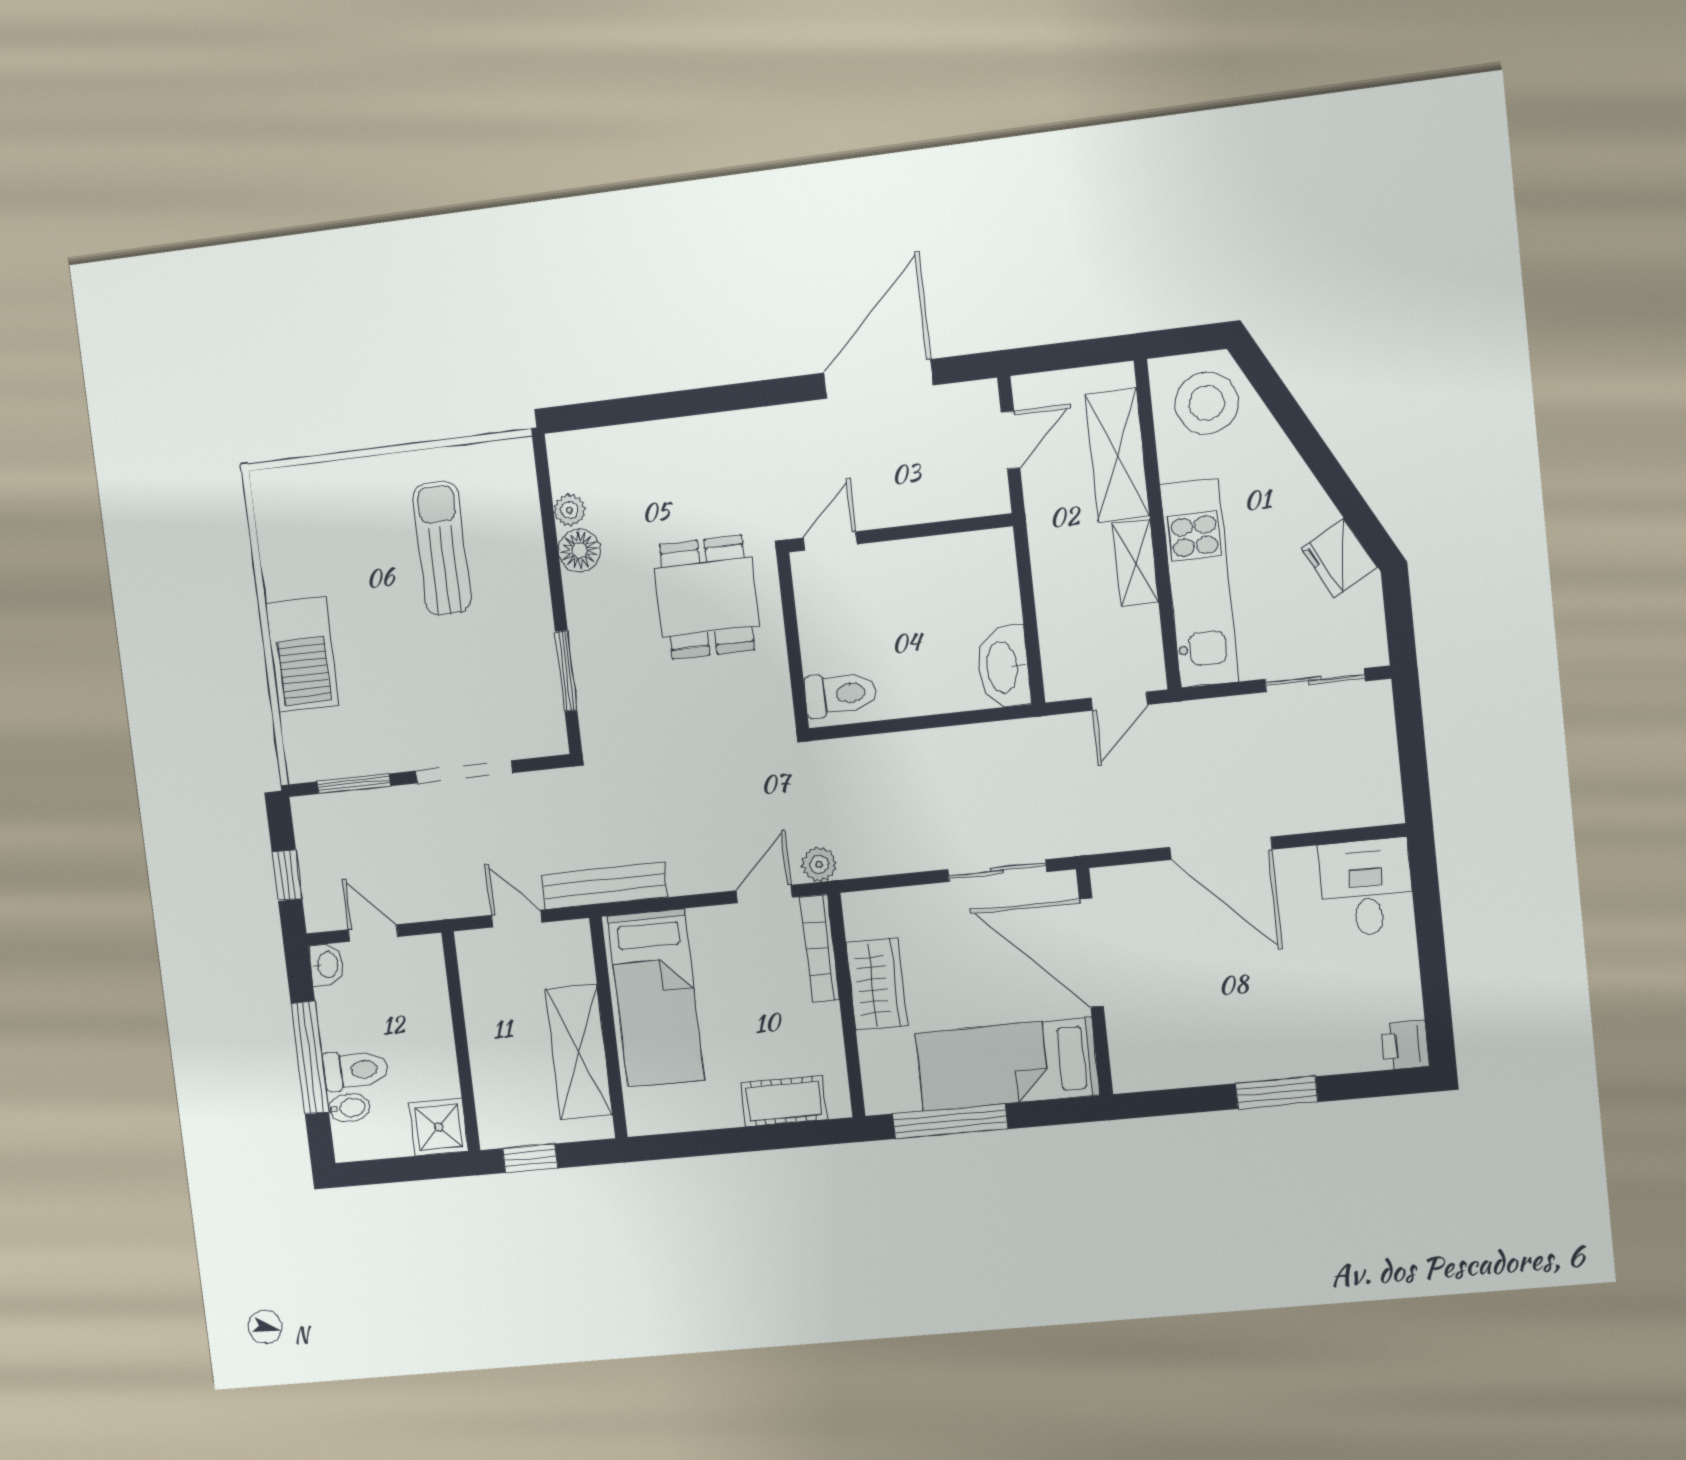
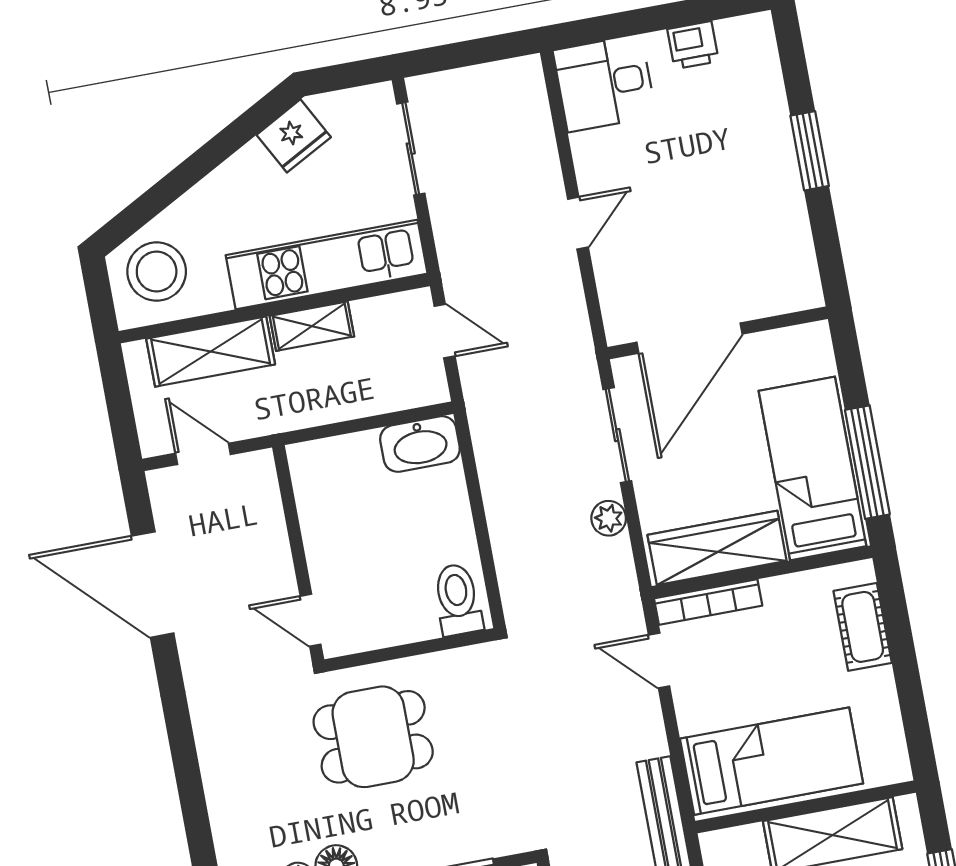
door: (1221, 848) -> (578, 223), width x0.53
plant: (819, 864) -> (609, 518), moved
wardrobe: (877, 984) -> (717, 548), width x1.50
printer: (1405, 1045) -> (693, 45), moved
bed: (1007, 1064) -> (812, 468), moved, turned 180

